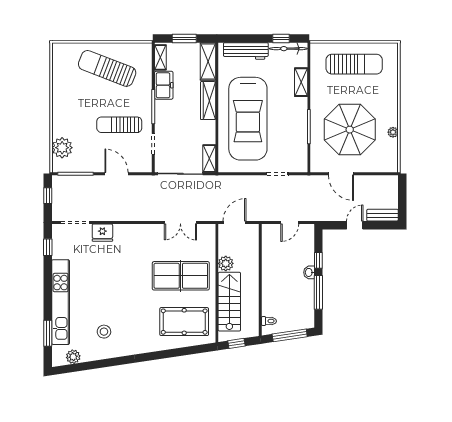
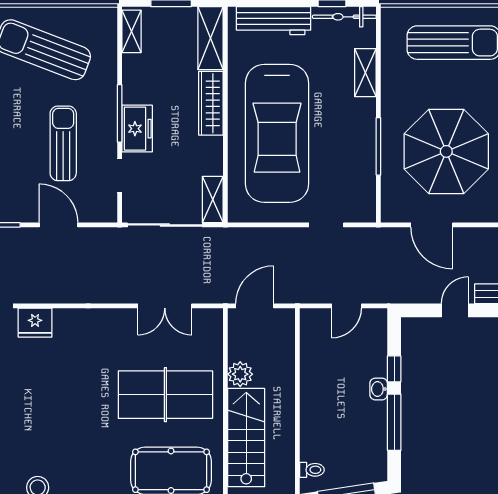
freezer: (164, 85) -> (137, 129), moved
sun lounger: (119, 125) -> (63, 143), turned 90

